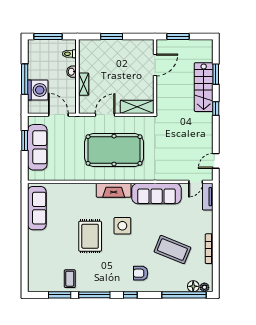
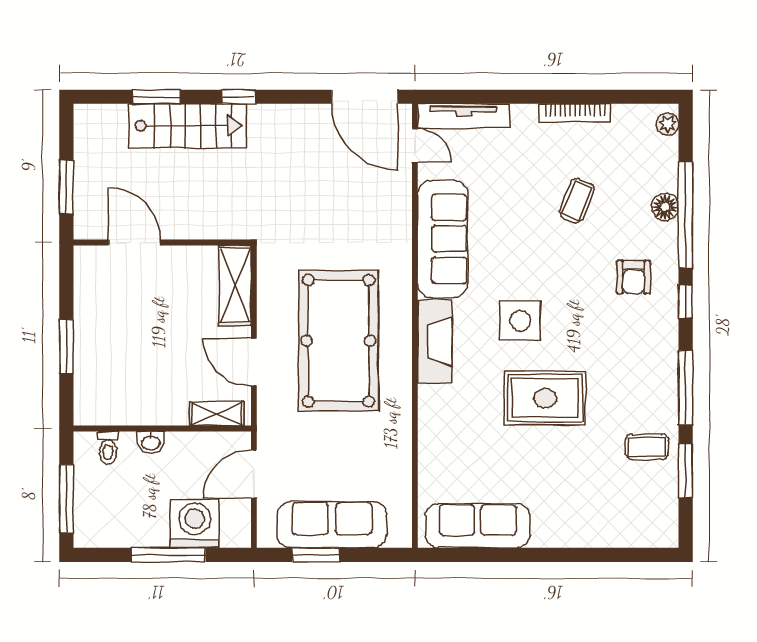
shelving: (84, 84) -> (217, 414), moved
door: (216, 161) -> (365, 97), width x1.88
tv unit: (208, 197) -> (464, 116), width x1.41
coffee table: (172, 250) -> (577, 201), width x0.54, depth x0.58
floor lamp: (193, 286) -> (665, 207), moved
window: (184, 295) -> (686, 215), moved

